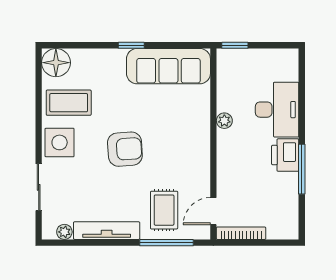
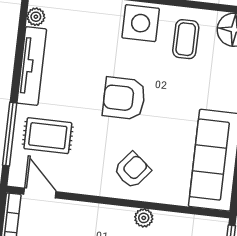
coffee table: (69, 103) -> (186, 39), width x0.73, depth x0.77
armchair: (185, 135) -> (132, 170), added
armchair: (125, 149) -> (124, 98), turned 94

